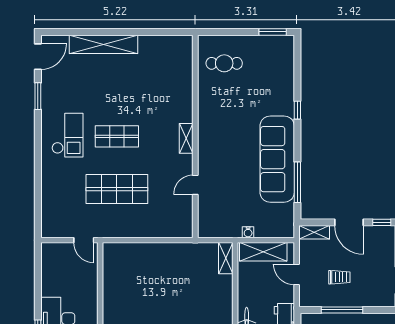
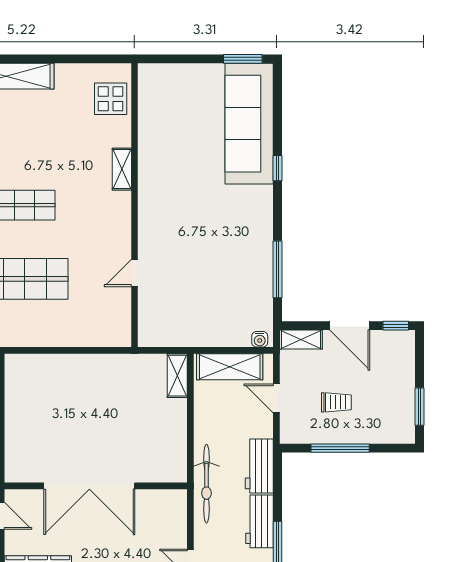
display table: (178, 61) -> (111, 99), added
cafe table: (224, 63) -> (175, 103), removed
shelving: (186, 138) -> (122, 169), moved
sofa: (277, 159) -> (249, 124), moved
water cooler: (248, 232) -> (260, 339), moved

